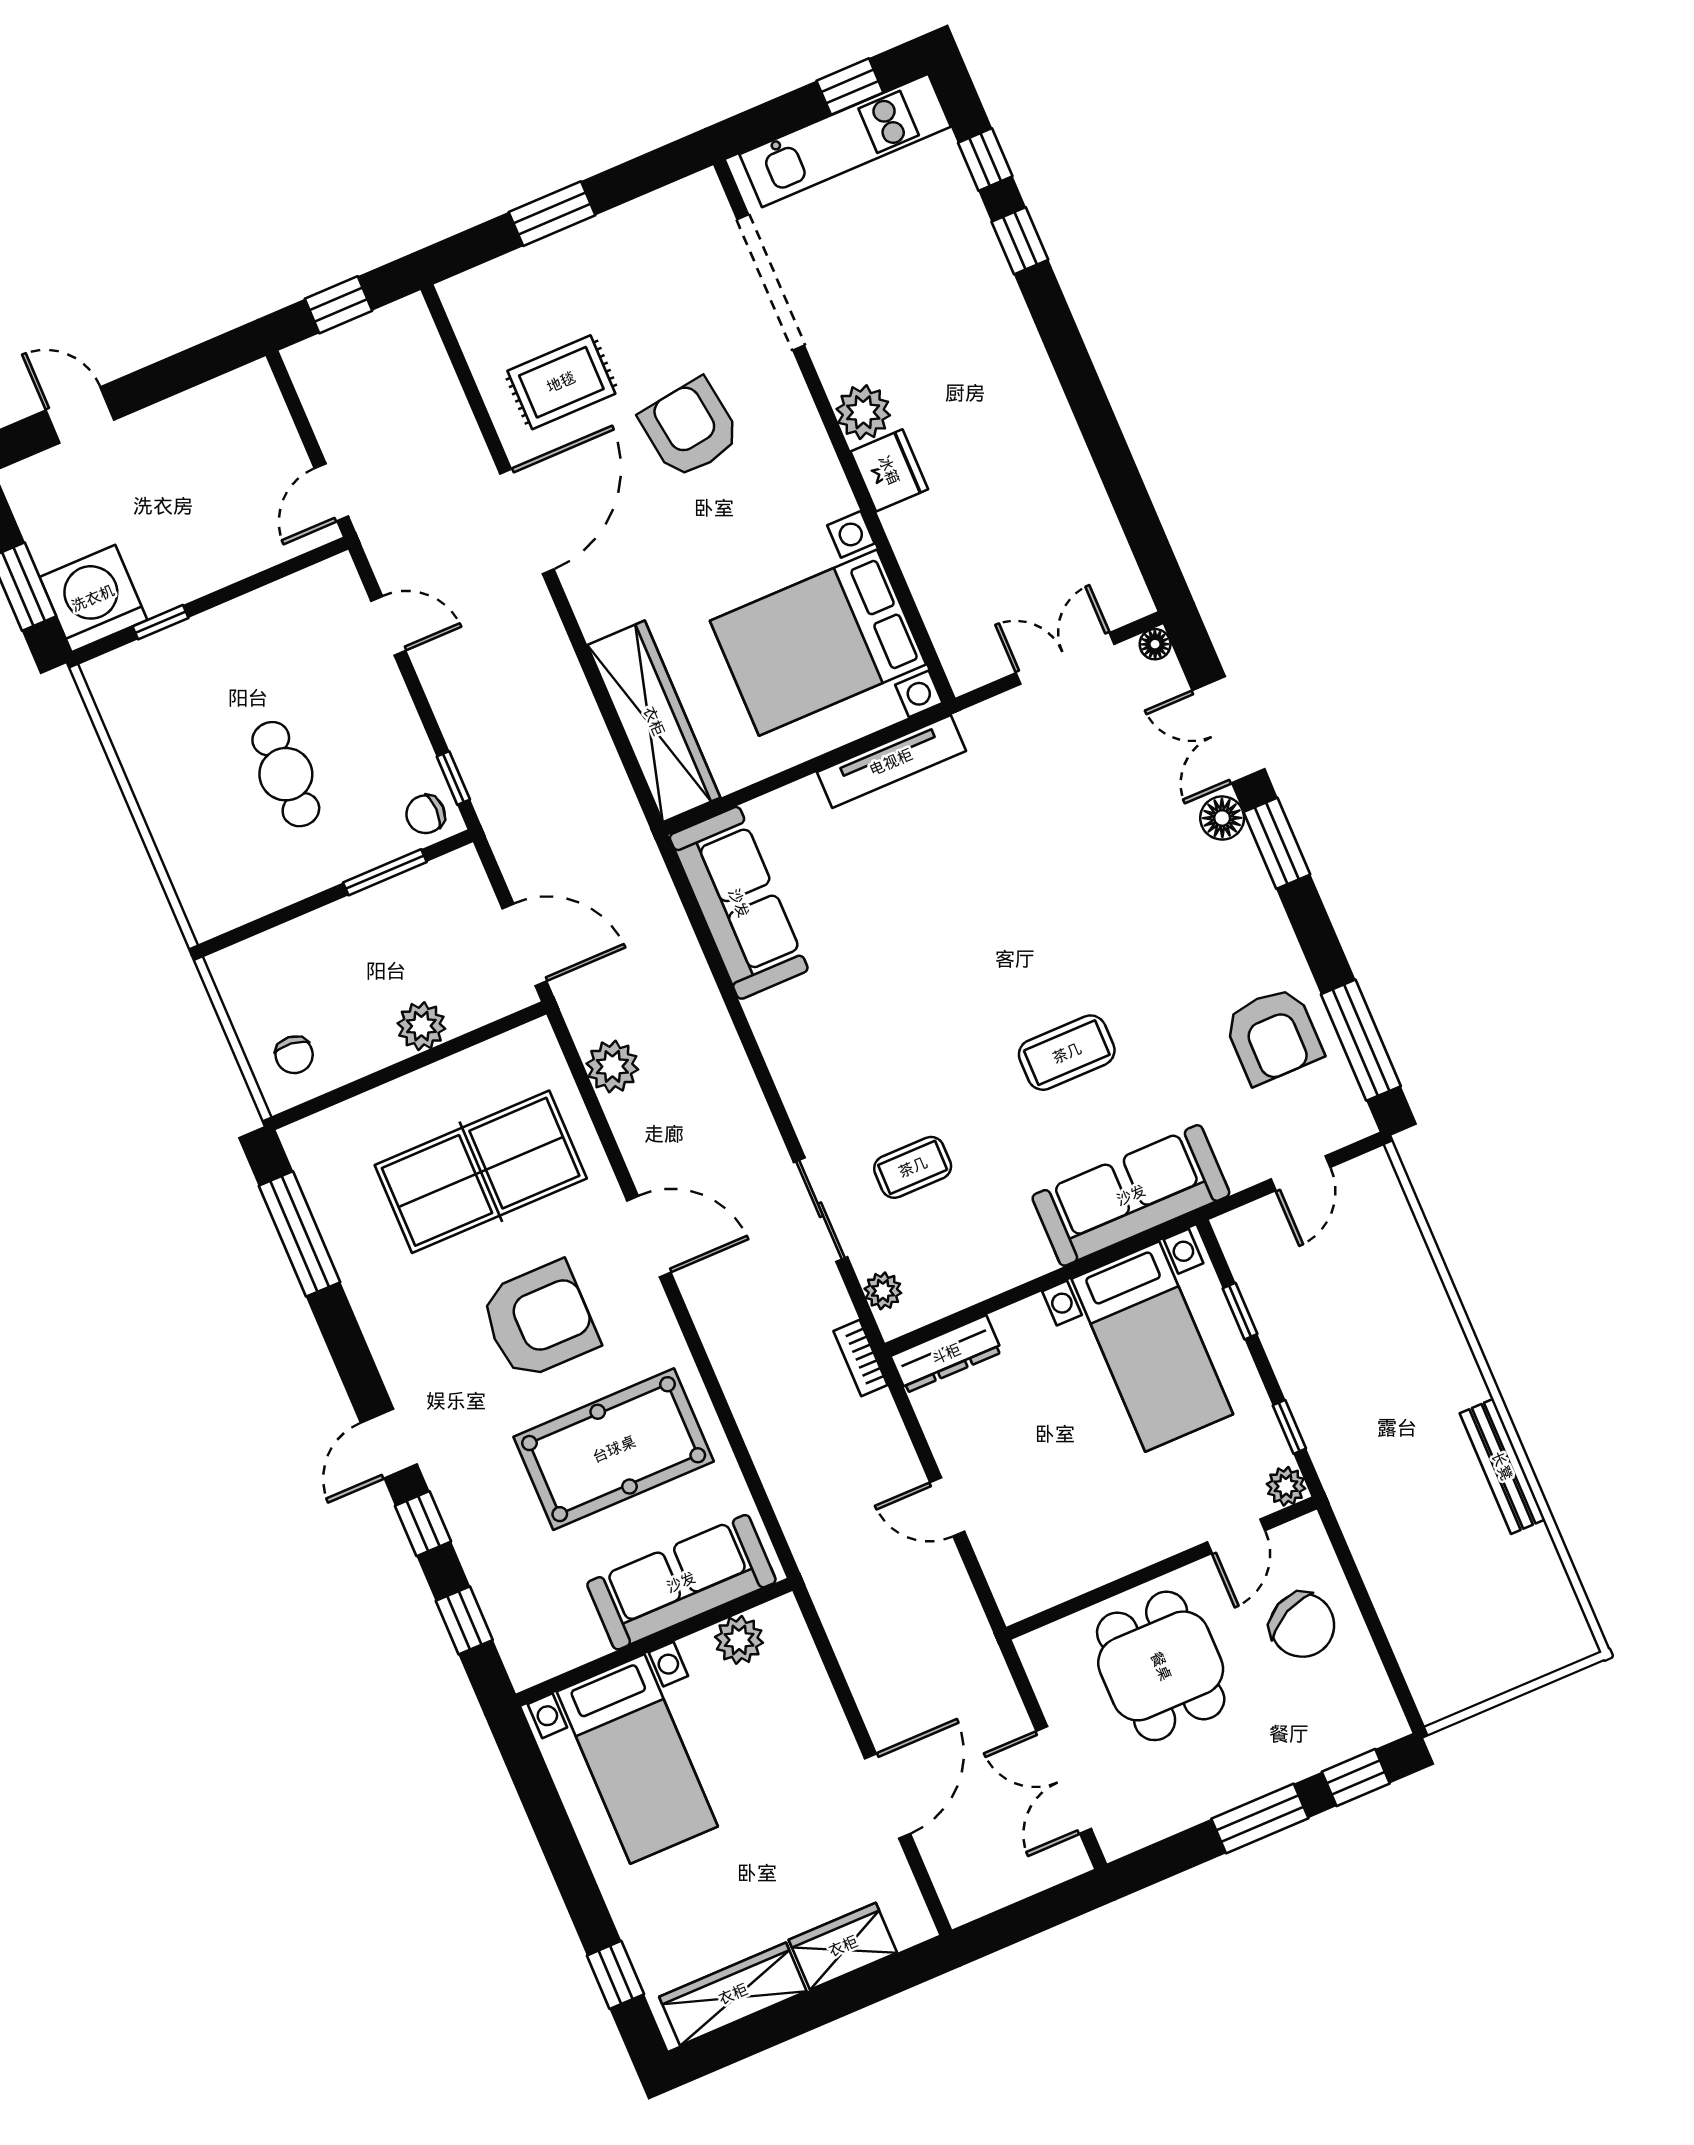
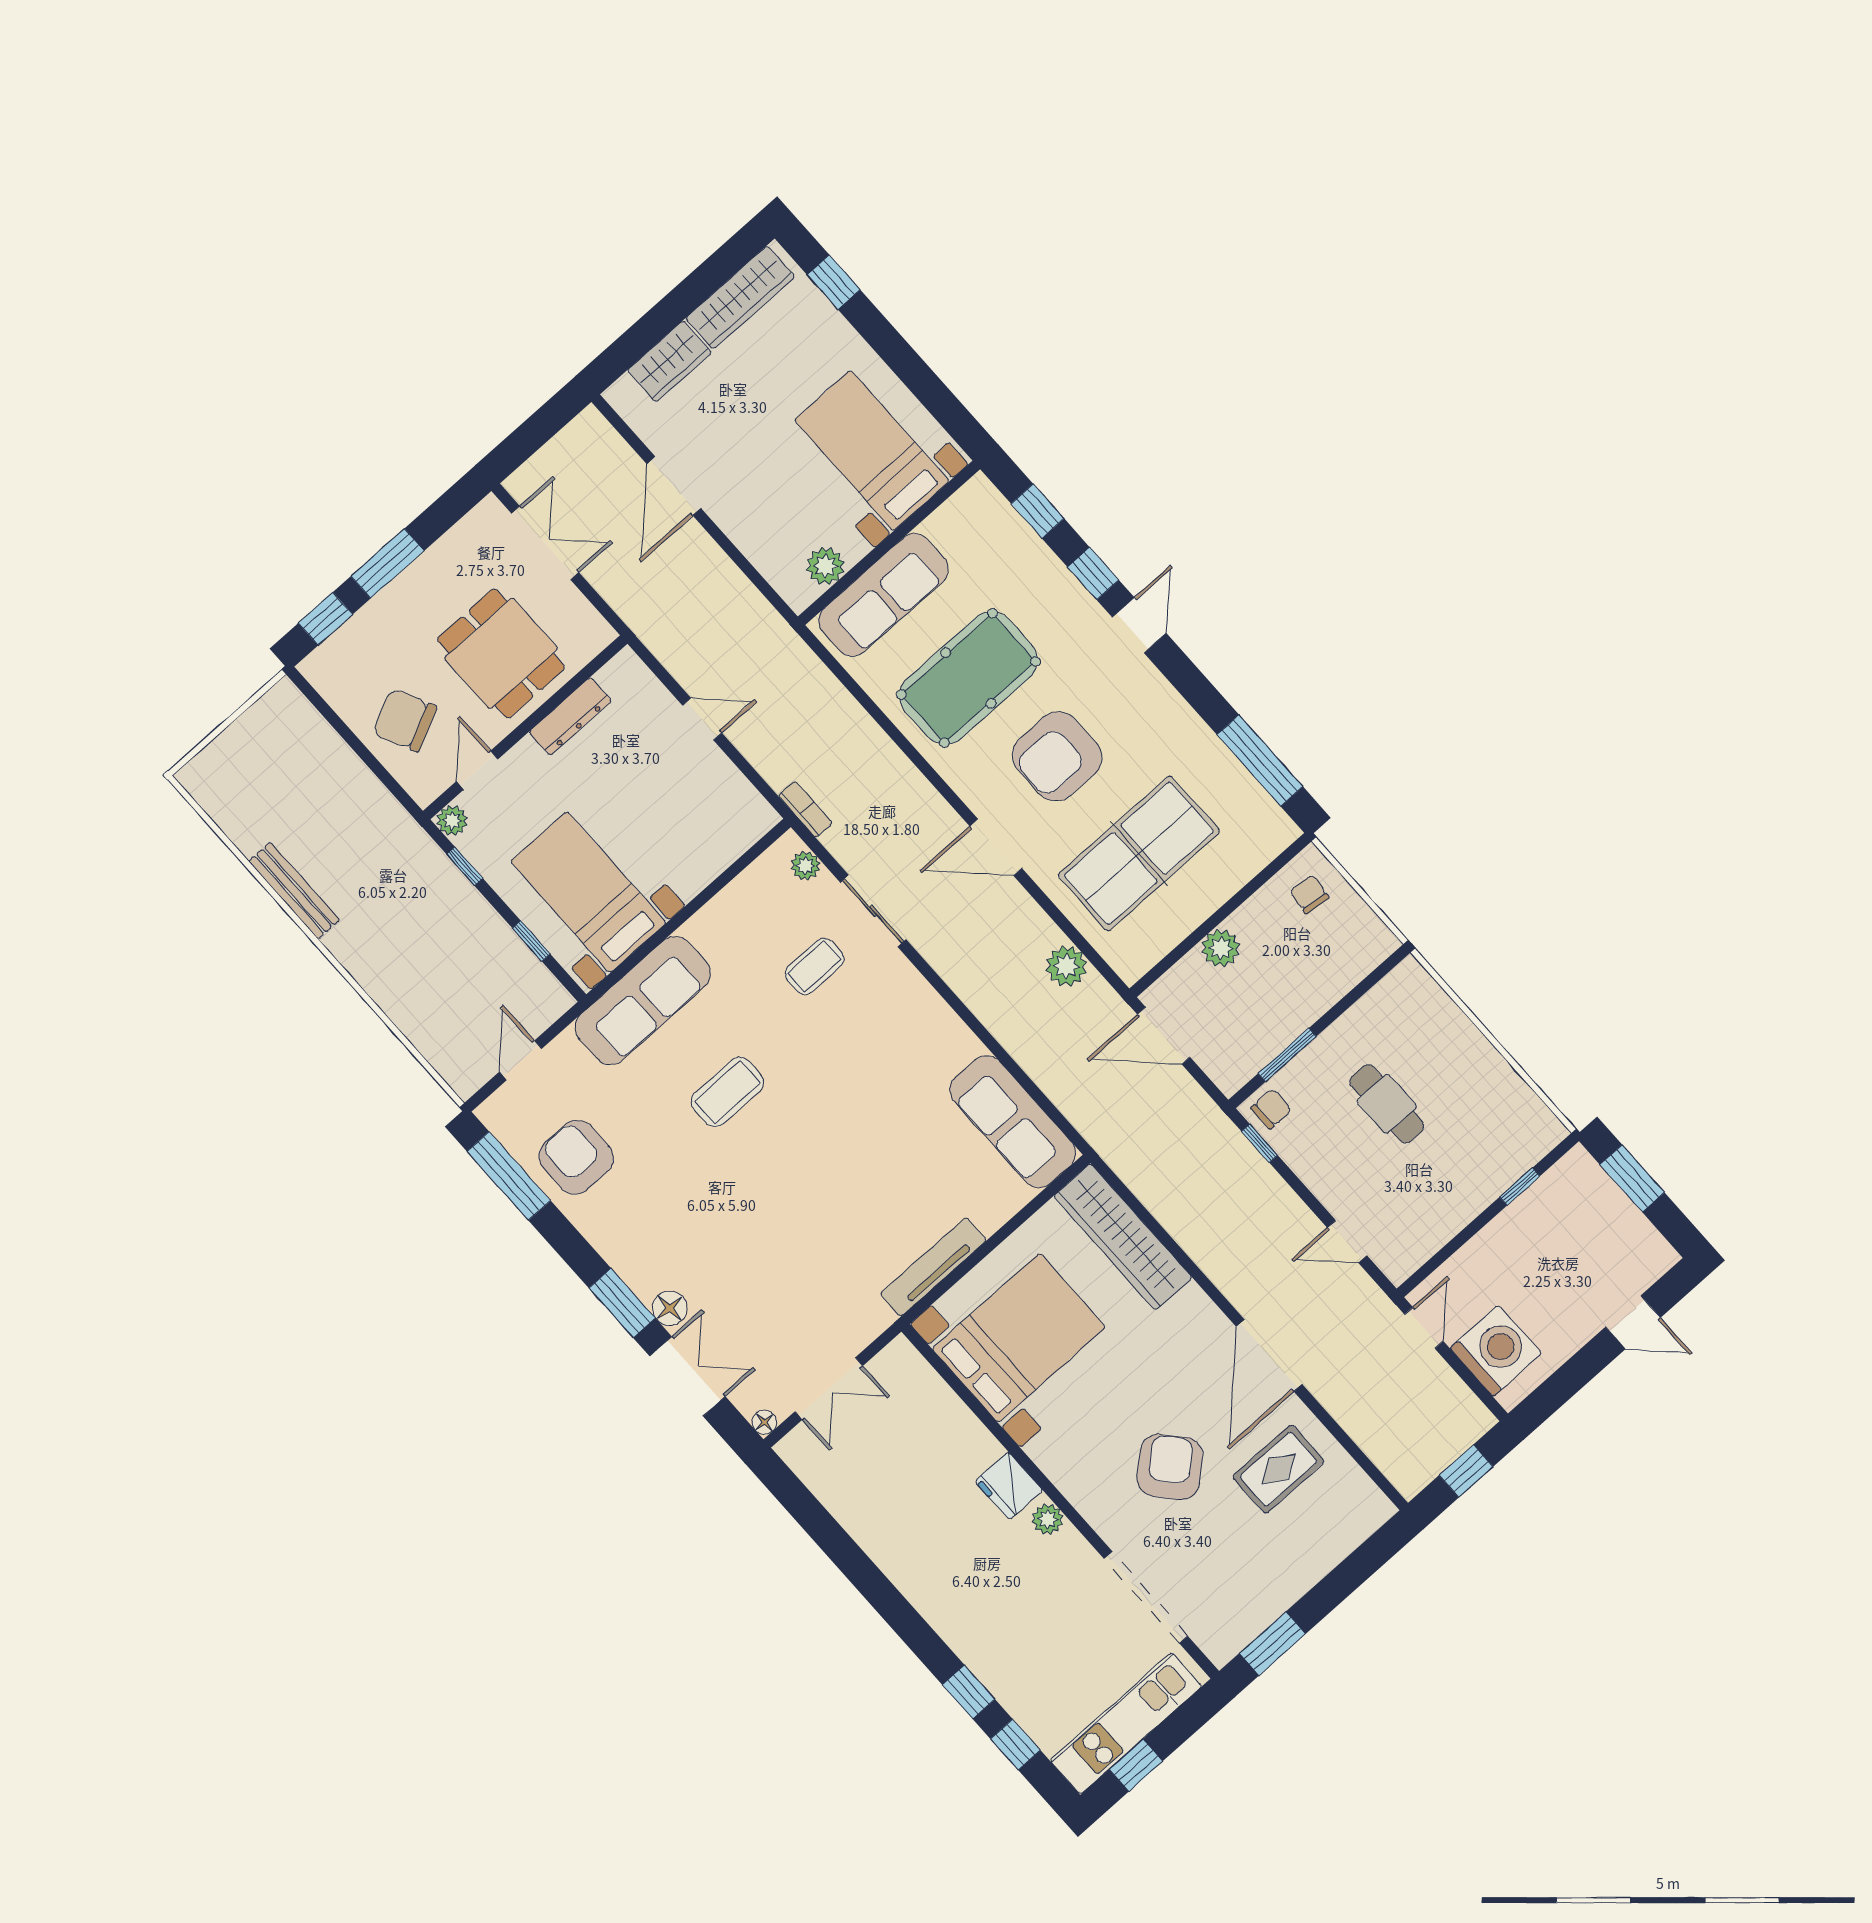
window: (552, 214) -> (1272, 1644), moved
plant: (863, 412) -> (1048, 1519), width x0.73, depth x0.73
armchair: (690, 428) -> (1170, 1467), turned -123
washing machine: (93, 598) -> (1496, 1351), moved, turned -90
dresser: (946, 1354) -> (570, 716), moved, turned 180

